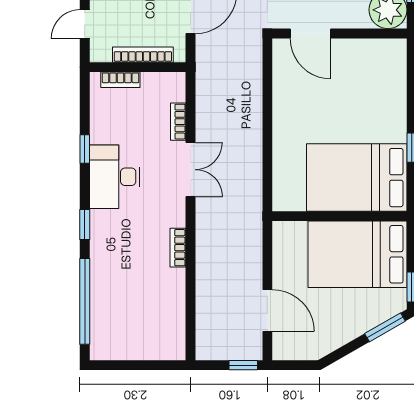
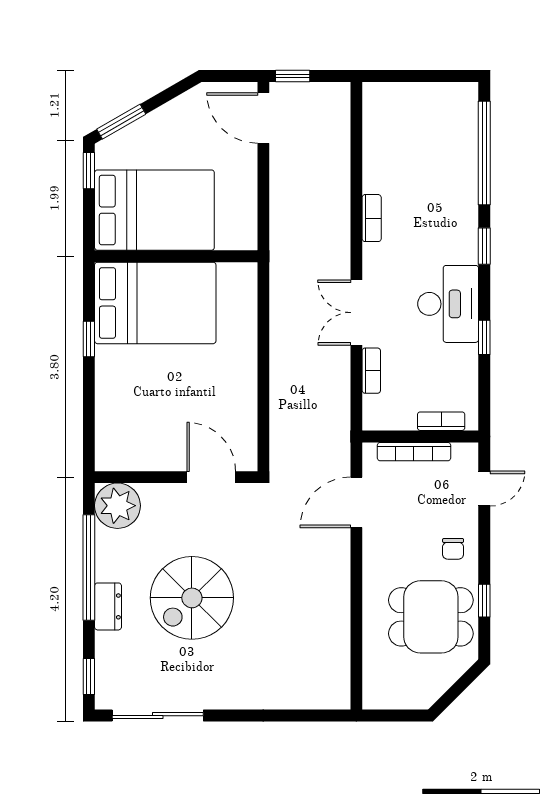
door: (267, 310) -> (263, 118), moved

